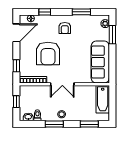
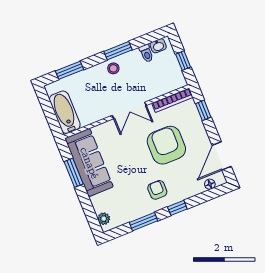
window: (45, 12) -> (177, 208), moved
window: (112, 35) -> (74, 173), moved
double door: (62, 84) -> (129, 110), swing flipped

